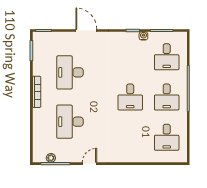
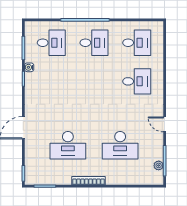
desk: (130, 97) -> (137, 81), moved

